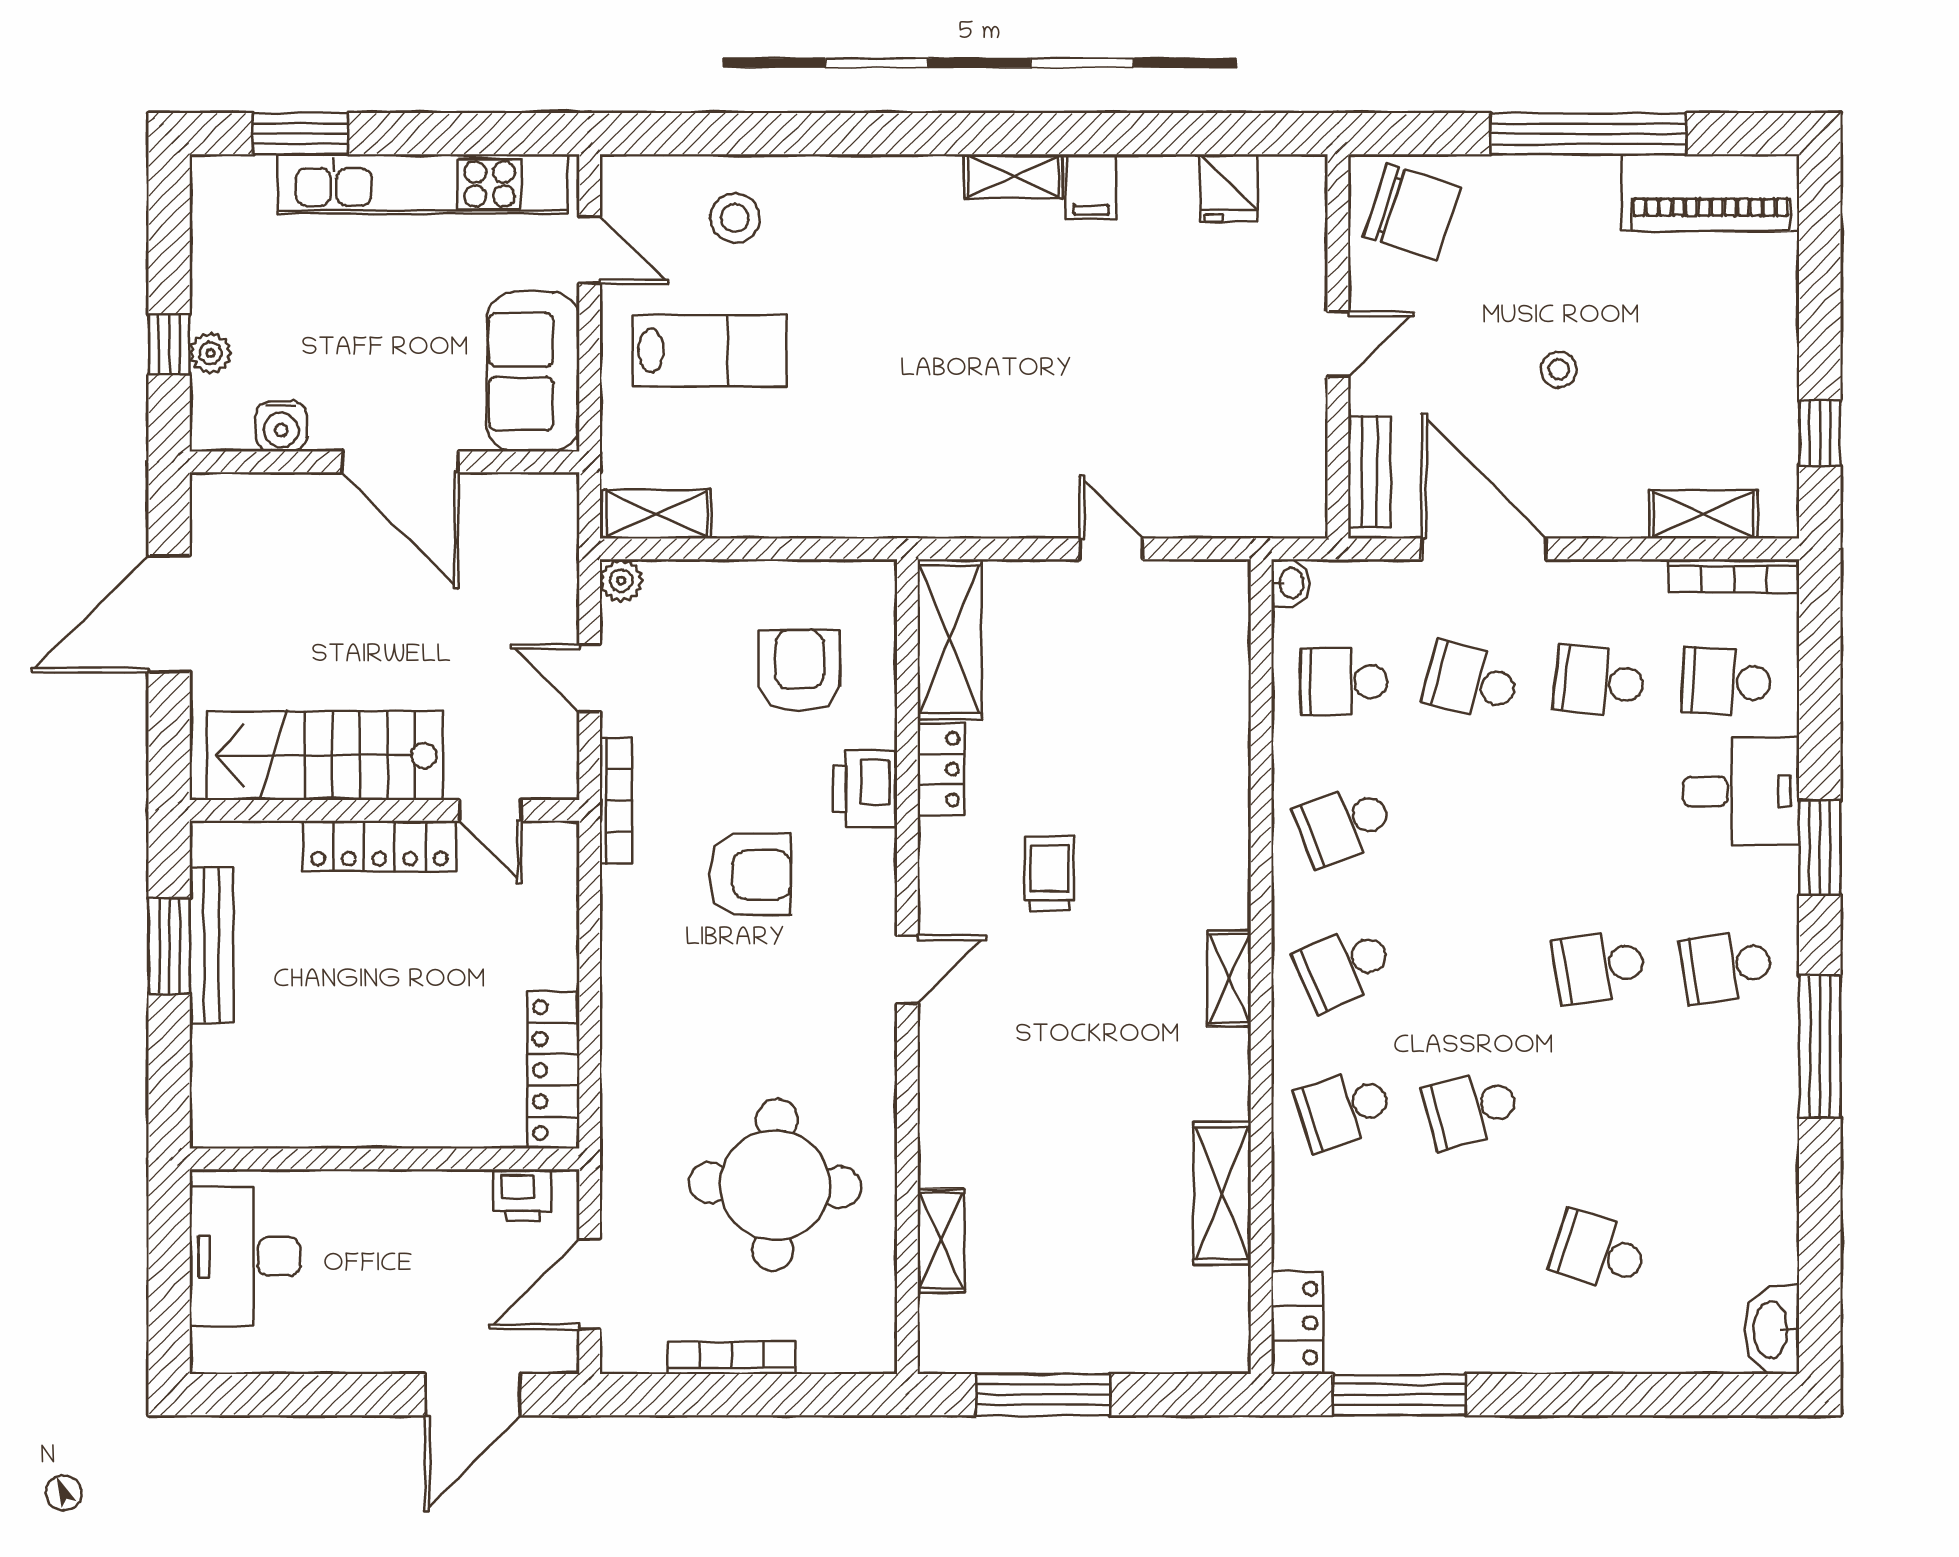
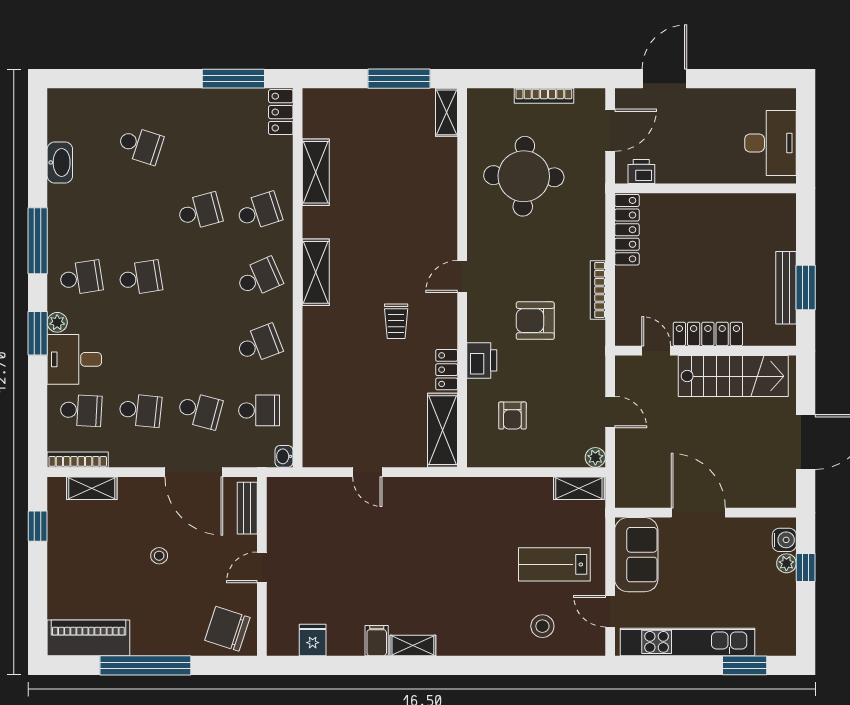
water cooler: (281, 426) -> (784, 540), moved, turned 90
armchair: (799, 671) -> (512, 416), width x0.72, depth x0.72
bookcase: (616, 800) -> (598, 290), moved
plant: (1778, 871) -> (57, 322), added
shelving: (1229, 978) -> (316, 272), width x1.50, depth x1.33
shelving: (941, 1241) -> (447, 112), moved
washbasin: (1772, 1330) -> (60, 162), moved

